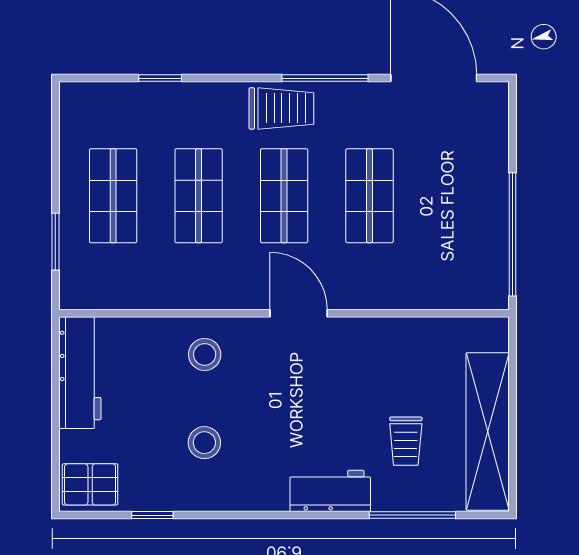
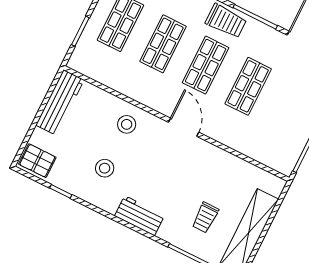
workbench: (330, 491) -> (140, 216), moved

